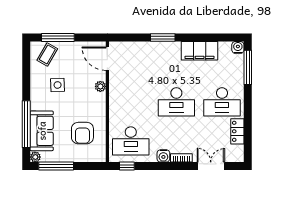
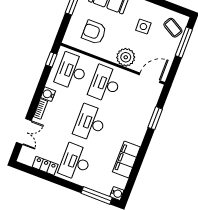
window: (163, 38) -> (155, 118), moved
plant: (100, 86) -> (126, 57), width x1.87, depth x1.87
desk: (131, 102) -> (105, 84), added

